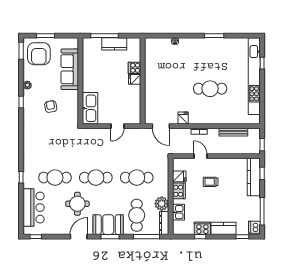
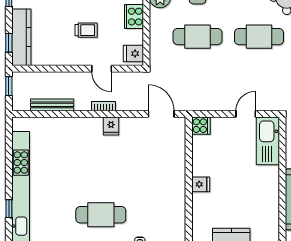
cooker: (134, 68) -> (201, 126), moved
cafe table: (210, 89) -> (101, 215), moved
fridge: (183, 118) -> (111, 126), moved
door: (118, 126) -> (246, 114), moved
fridge: (179, 176) -> (133, 54), moved

